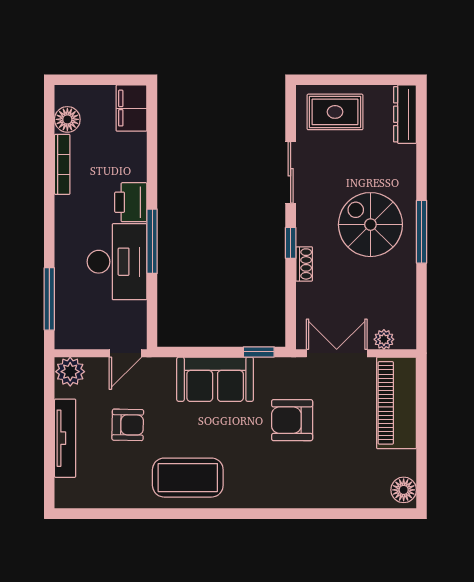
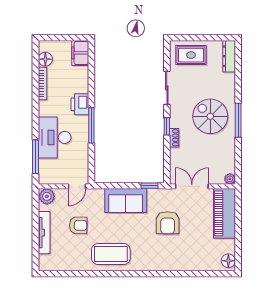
desk: (117, 262) -> (55, 137), moved, turned 180
plant: (384, 339) -> (230, 179), moved
armchair: (292, 420) -> (168, 223), turned -90

